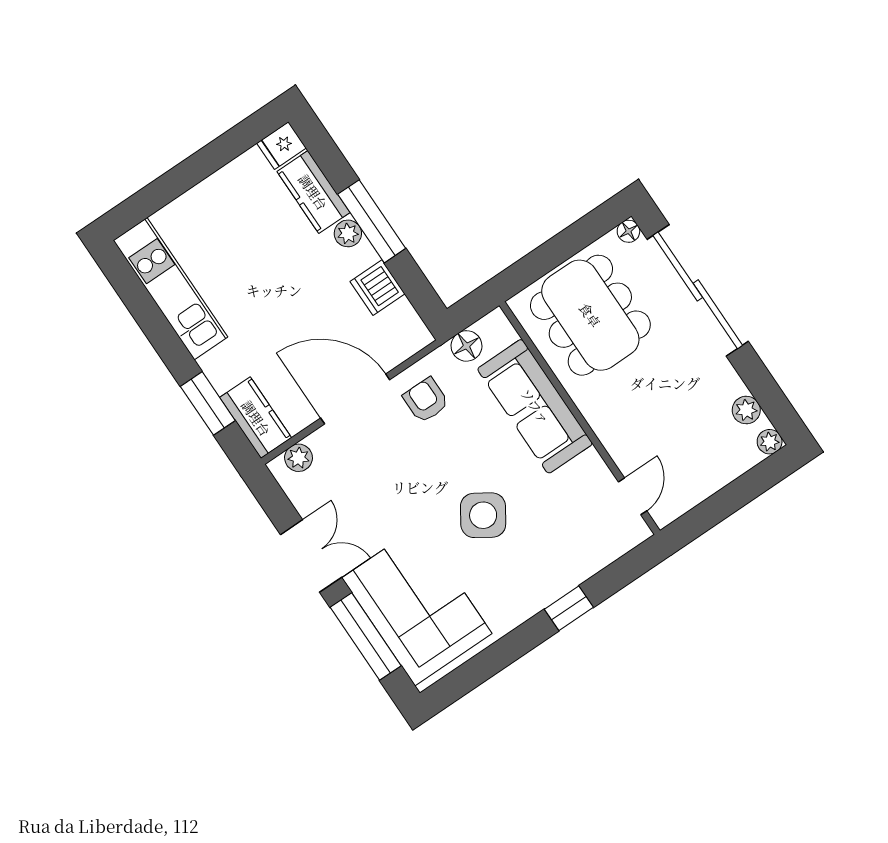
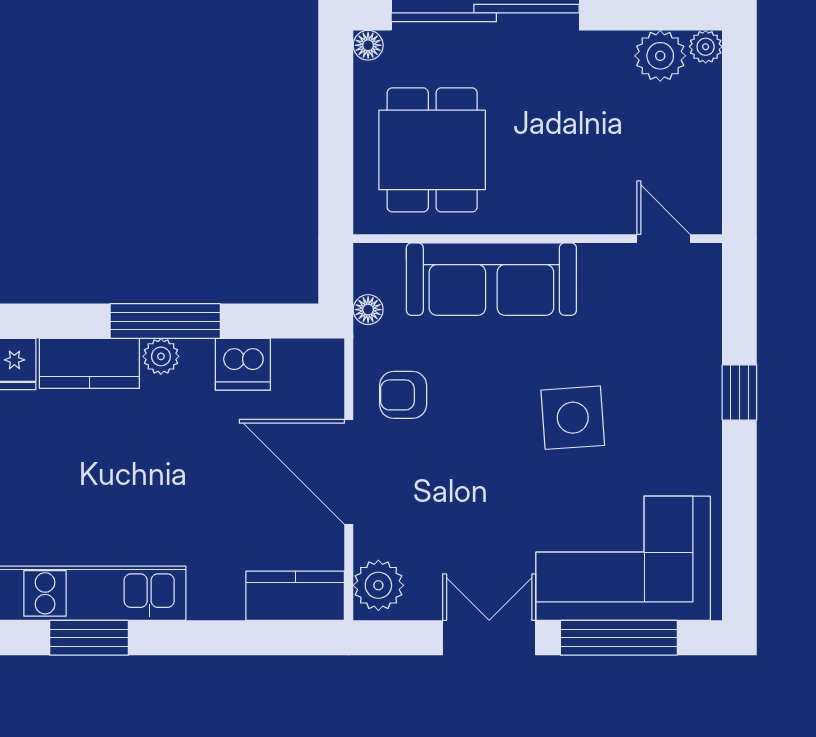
dining table: (590, 315) -> (432, 150), width x0.73
floor lamp: (466, 346) -> (368, 310), width x0.73, depth x0.73
door: (355, 399) -> (349, 472), hinge flipped
window: (208, 403) -> (89, 638), moved
plant: (746, 410) -> (660, 56), width x1.38, depth x1.38
plant: (299, 458) -> (378, 585), width x1.38, depth x1.38
side table: (483, 515) -> (573, 418), turned -37

